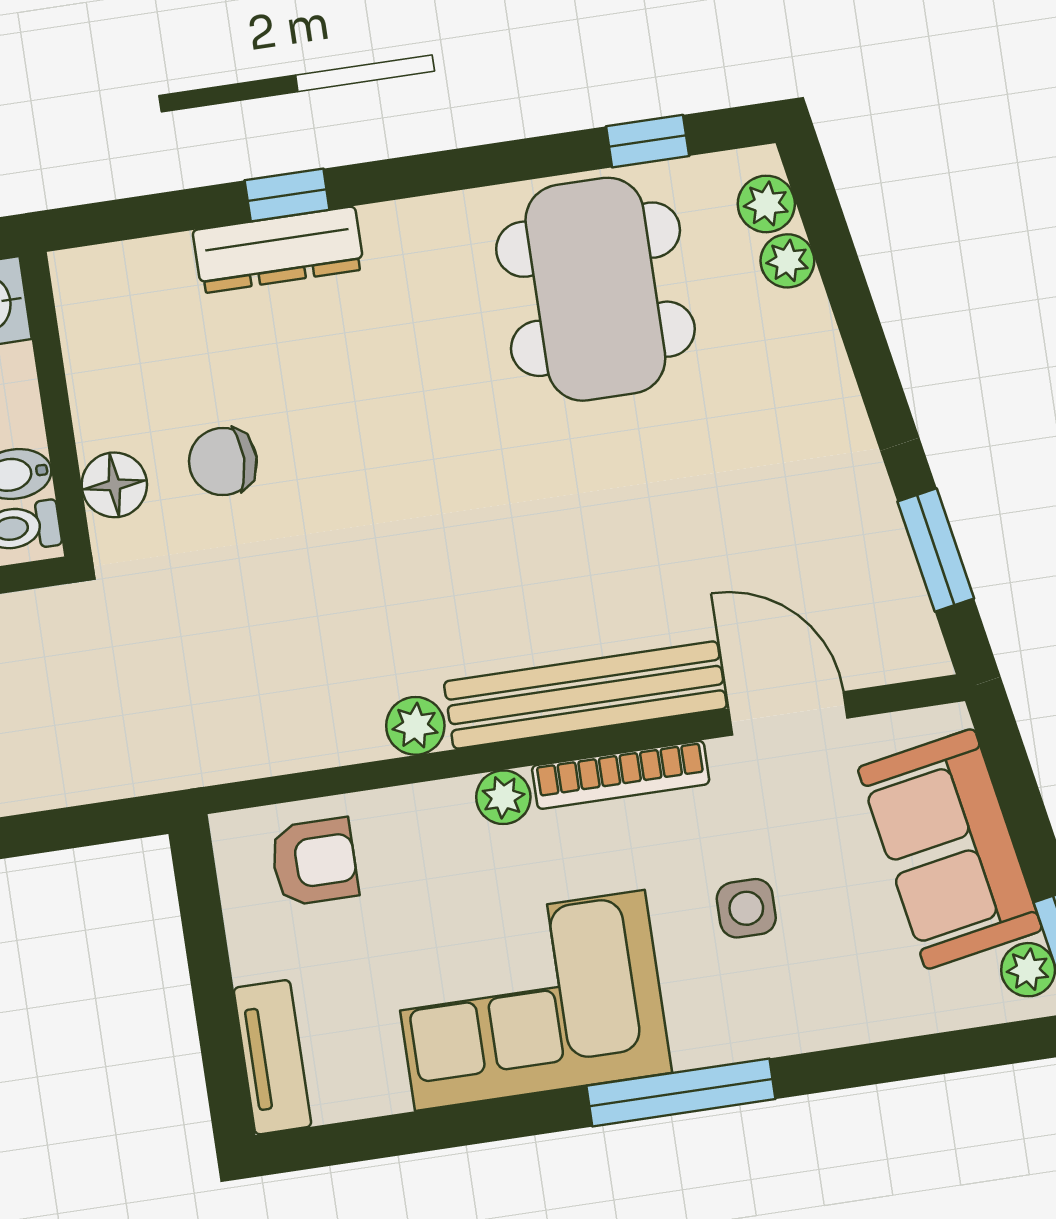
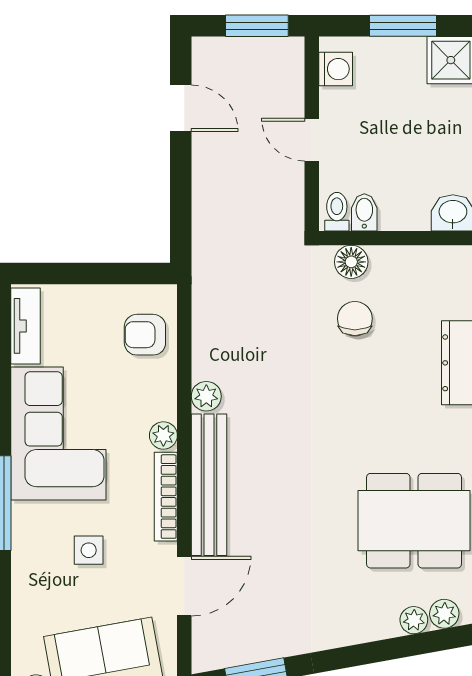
armchair: (314, 862) -> (145, 335), turned 90
tv unit: (272, 1057) -> (25, 326), moved, turned -90

